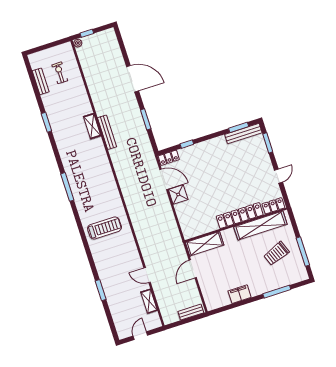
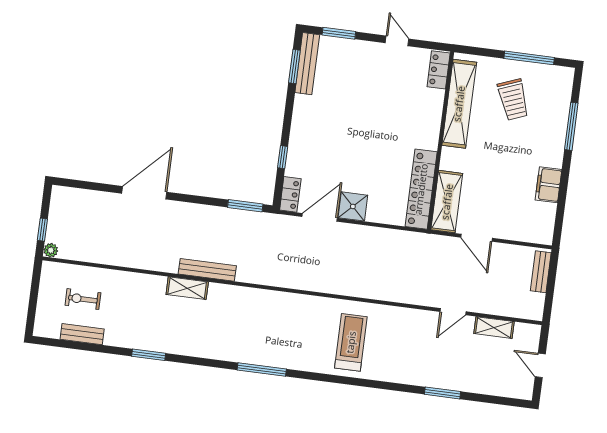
window: (146, 119) -> (245, 206), moved
locker: (240, 216) -> (421, 189), moved

